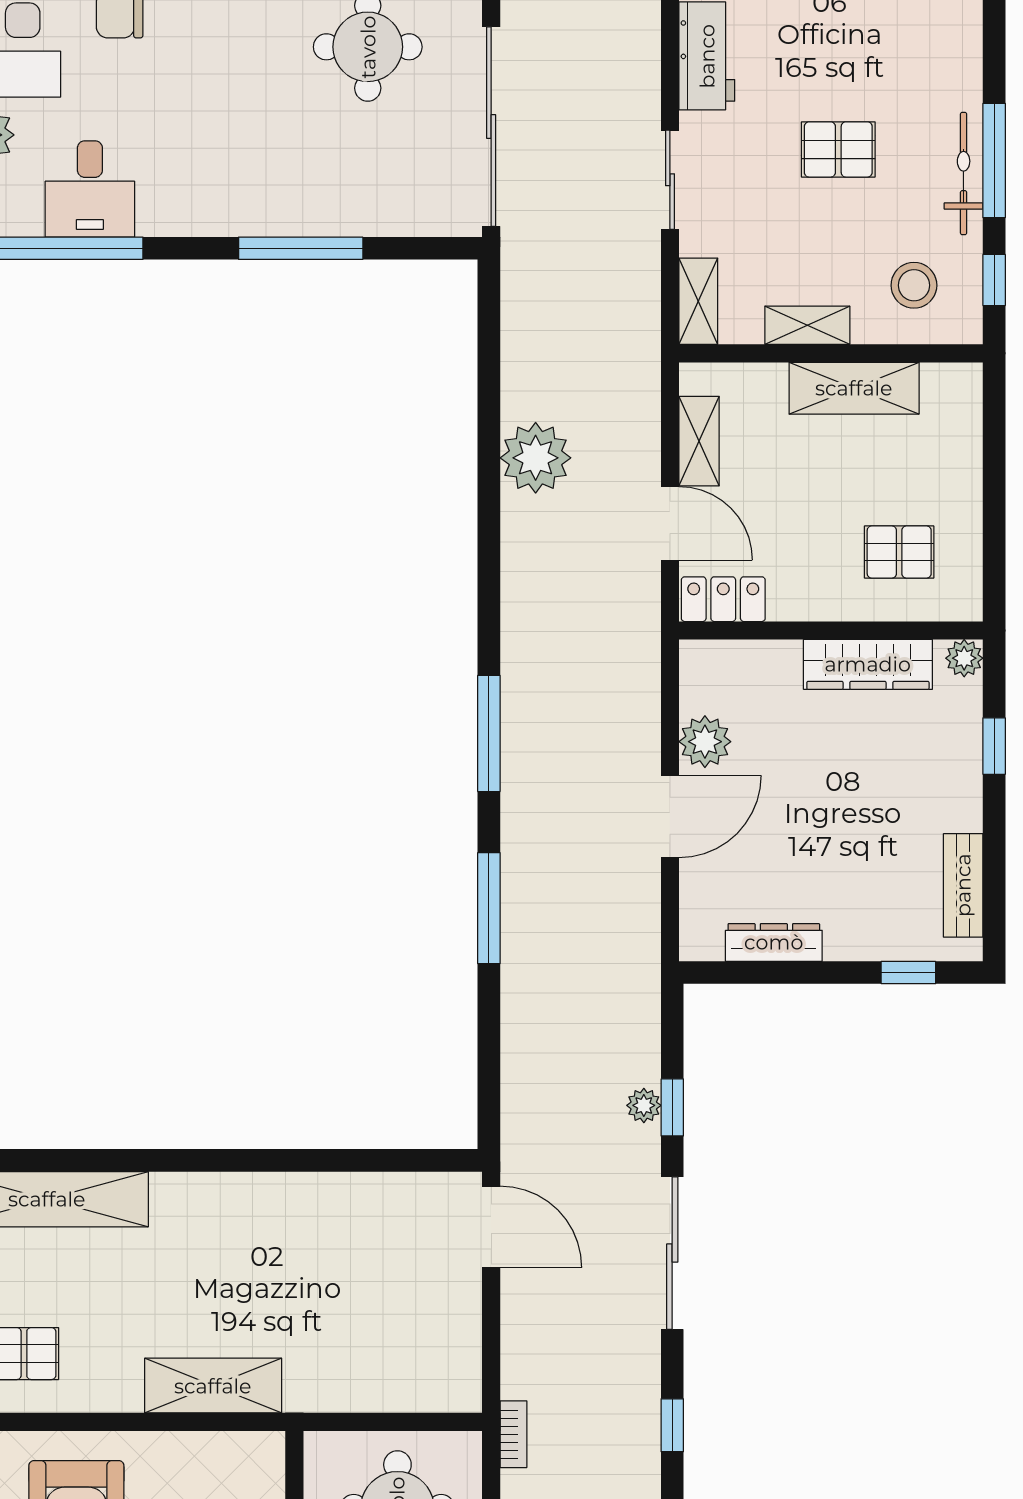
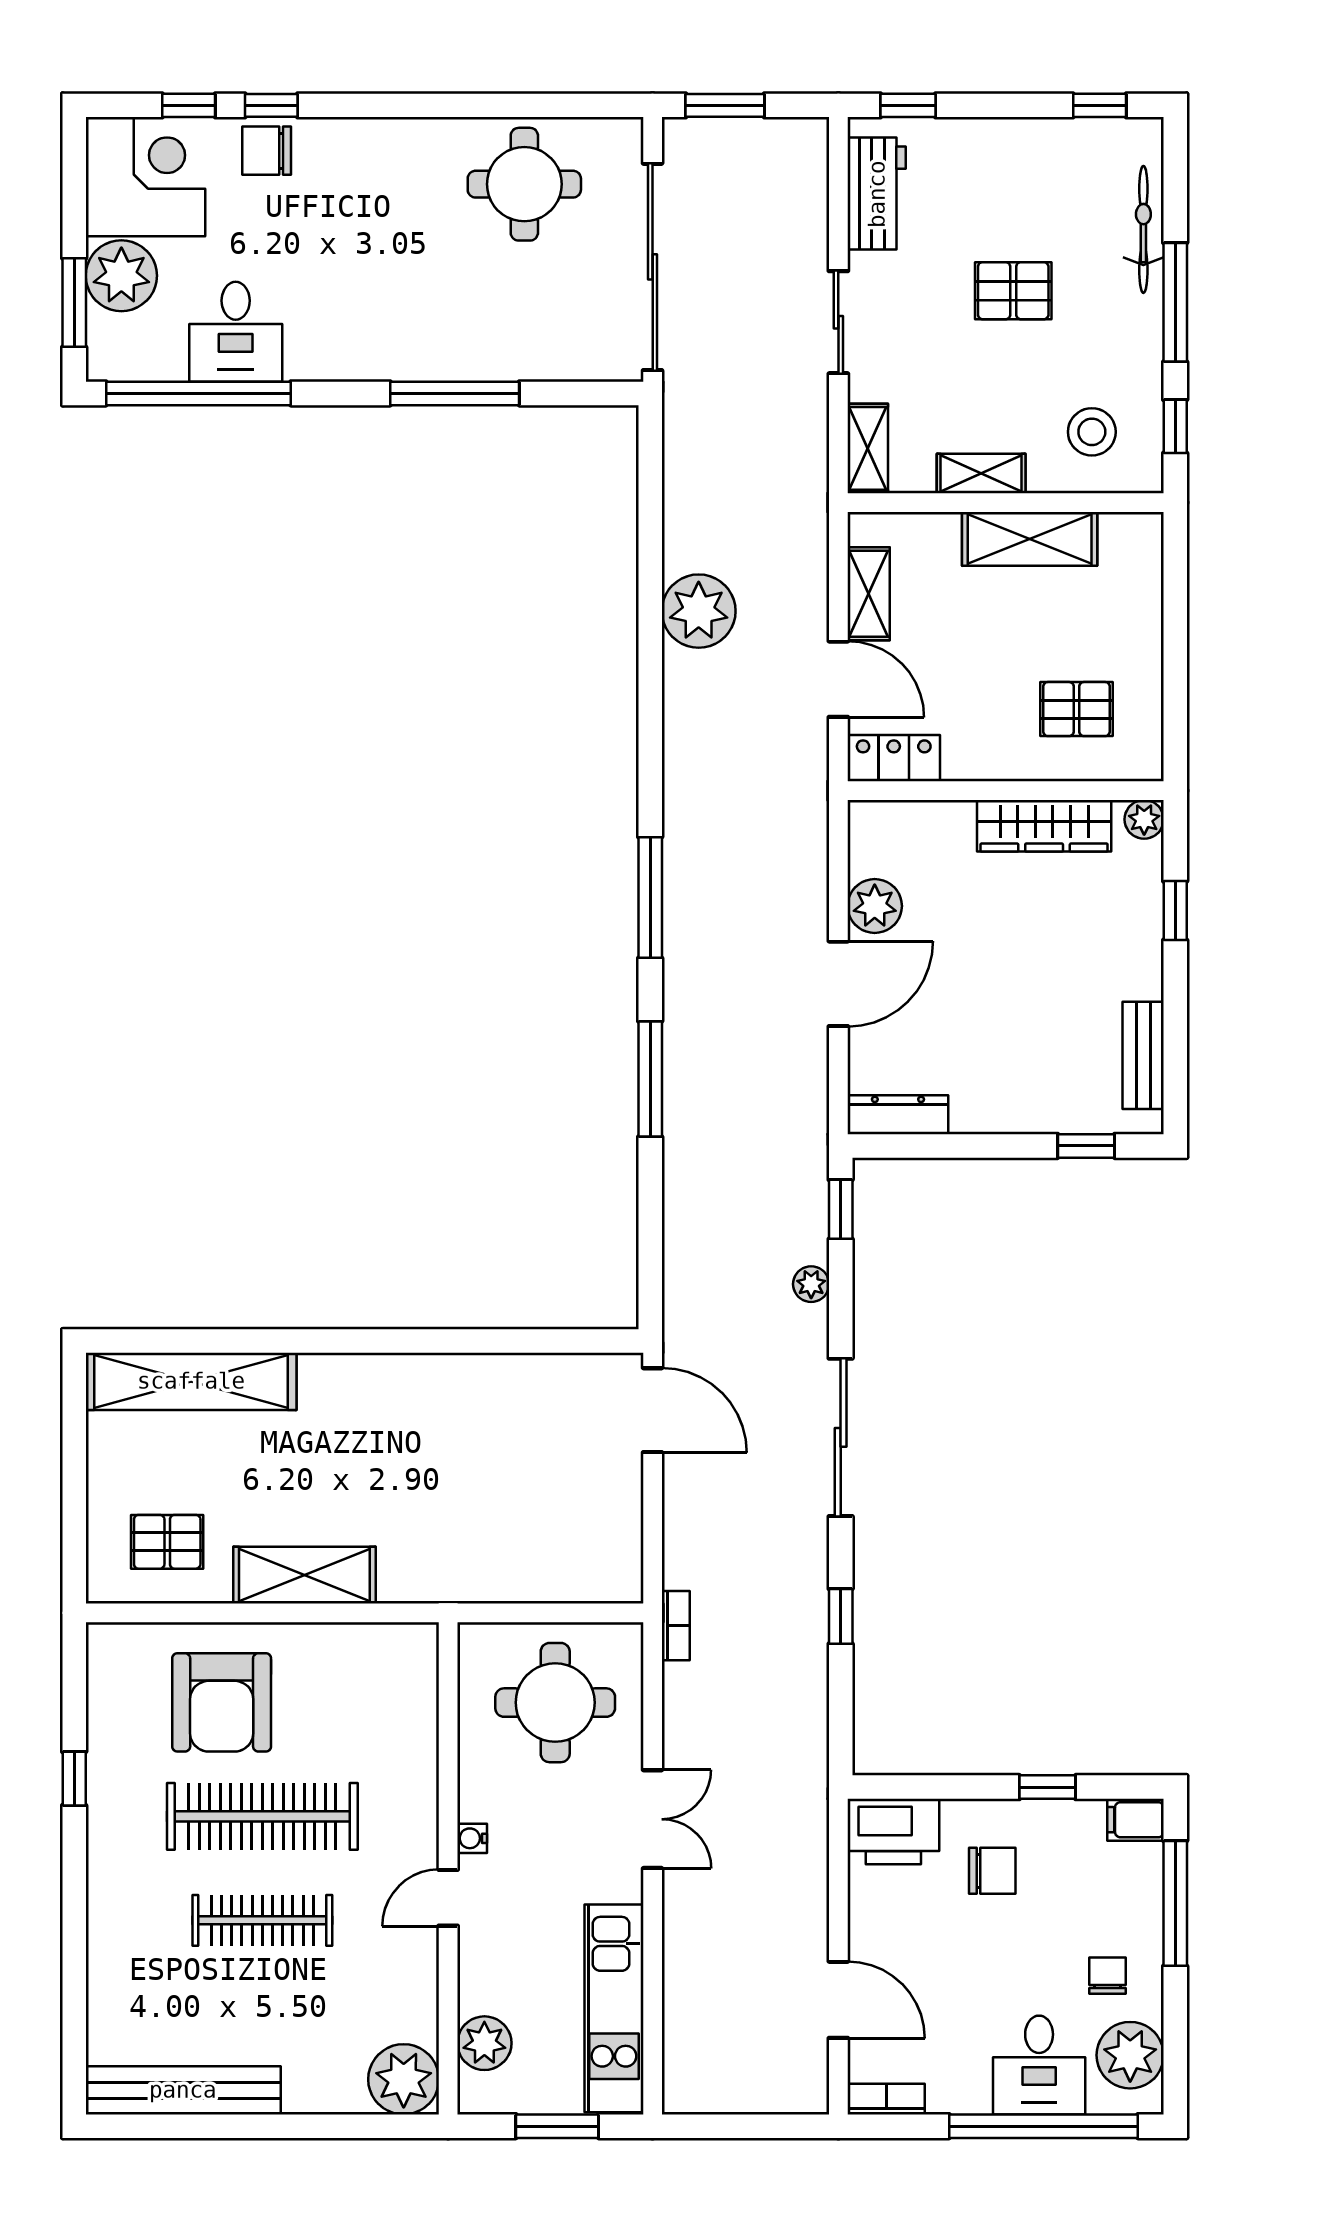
bicycle: (964, 174) -> (1143, 229), moved
dresser: (774, 942) -> (898, 1115), moved
window: (672, 1107) -> (841, 1209), moved
shelving: (213, 1386) -> (304, 1575), moved

